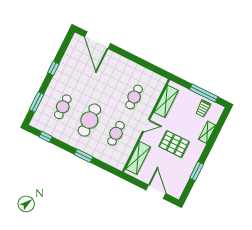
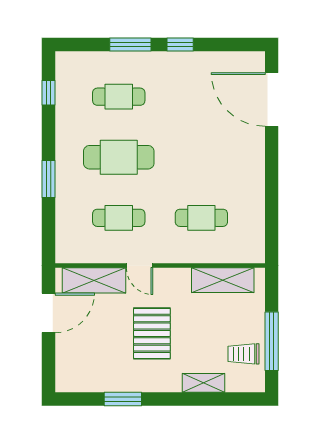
door: (98, 40) -> (272, 100), hinge flipped
window: (37, 102) -> (130, 45), moved
door: (146, 126) -> (140, 266), moved
door: (156, 192) -> (49, 313), moved

